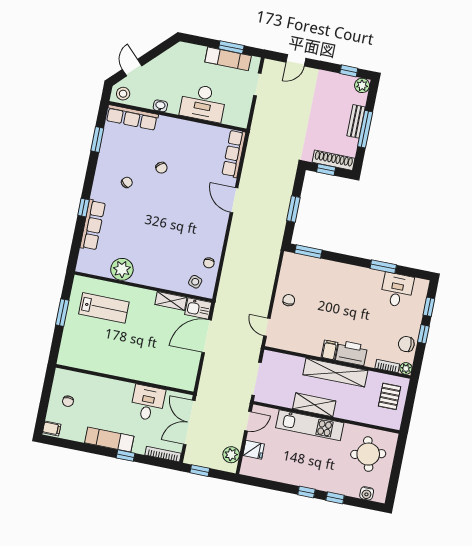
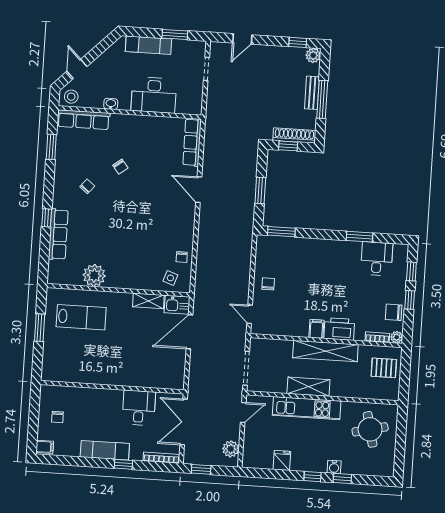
exam couch: (228, 59) -> (148, 45), moved
pallet: (390, 396) -> (384, 368), turned 90
fridge: (254, 450) -> (282, 460), moved, turned -90
water cooler: (367, 493) -> (334, 467), moved

